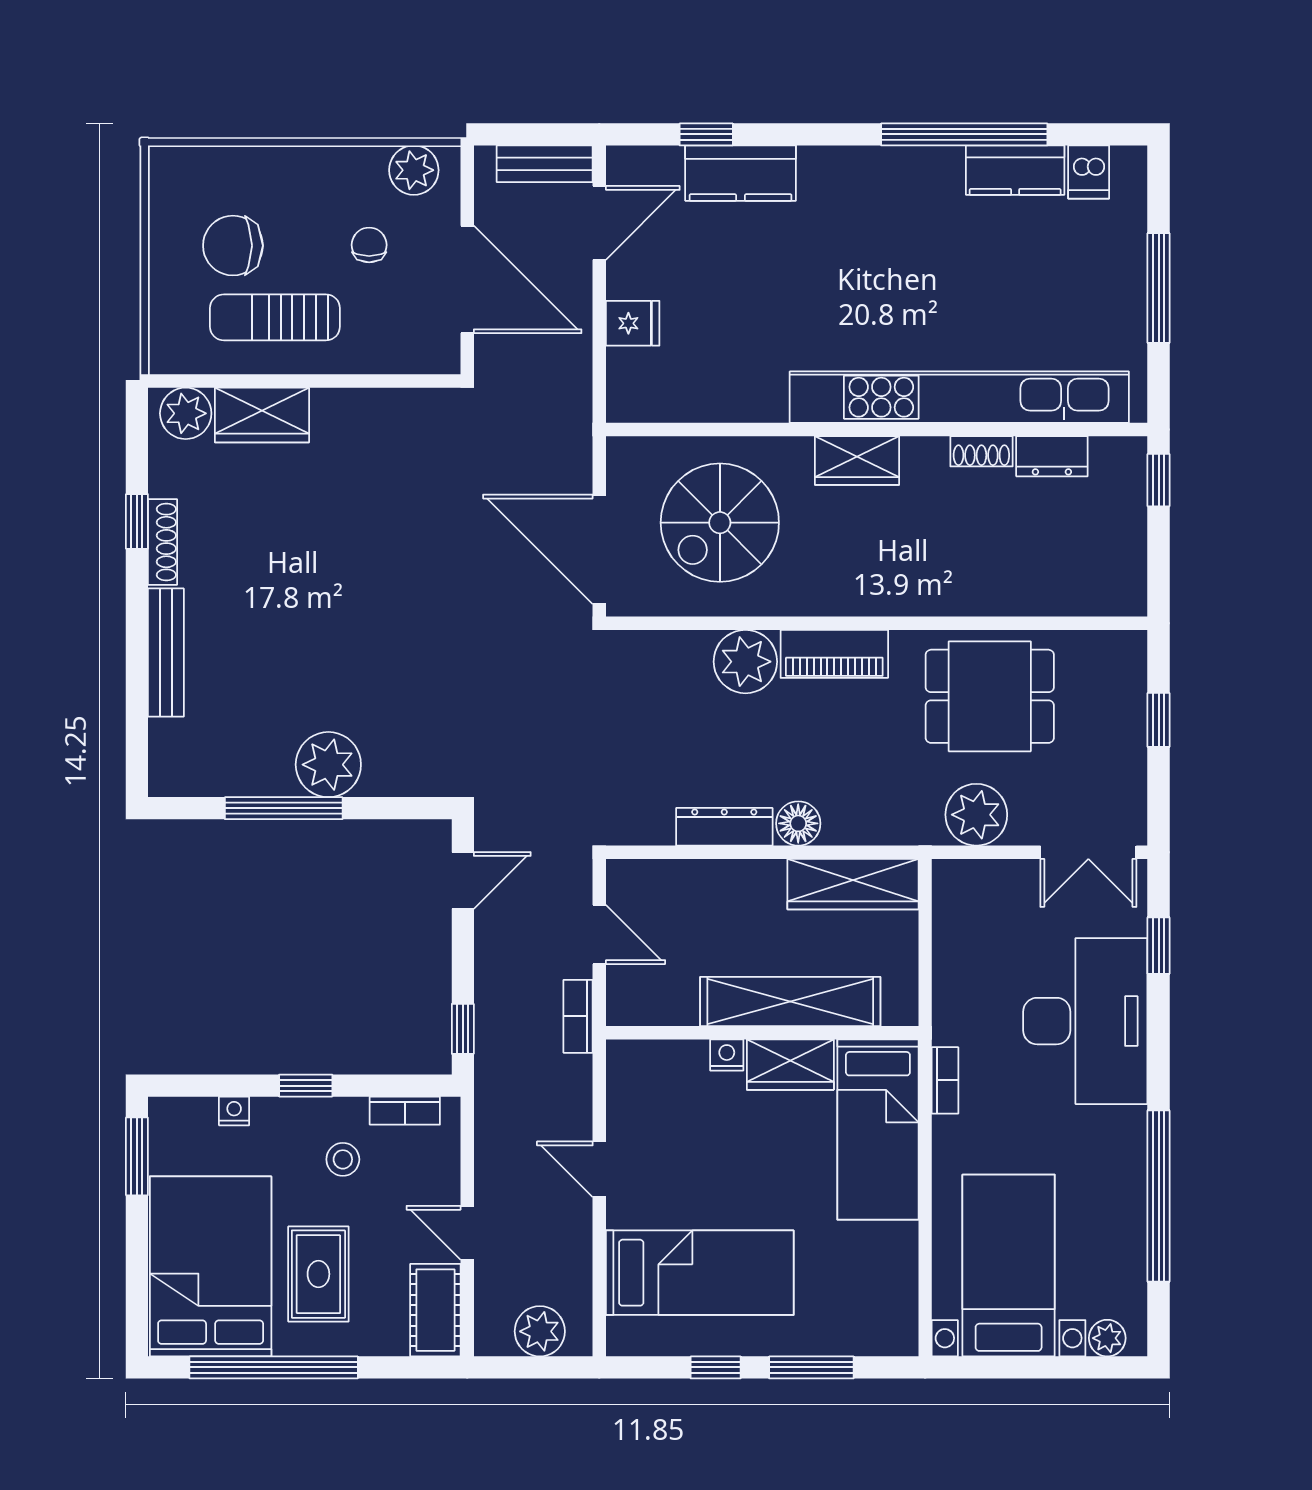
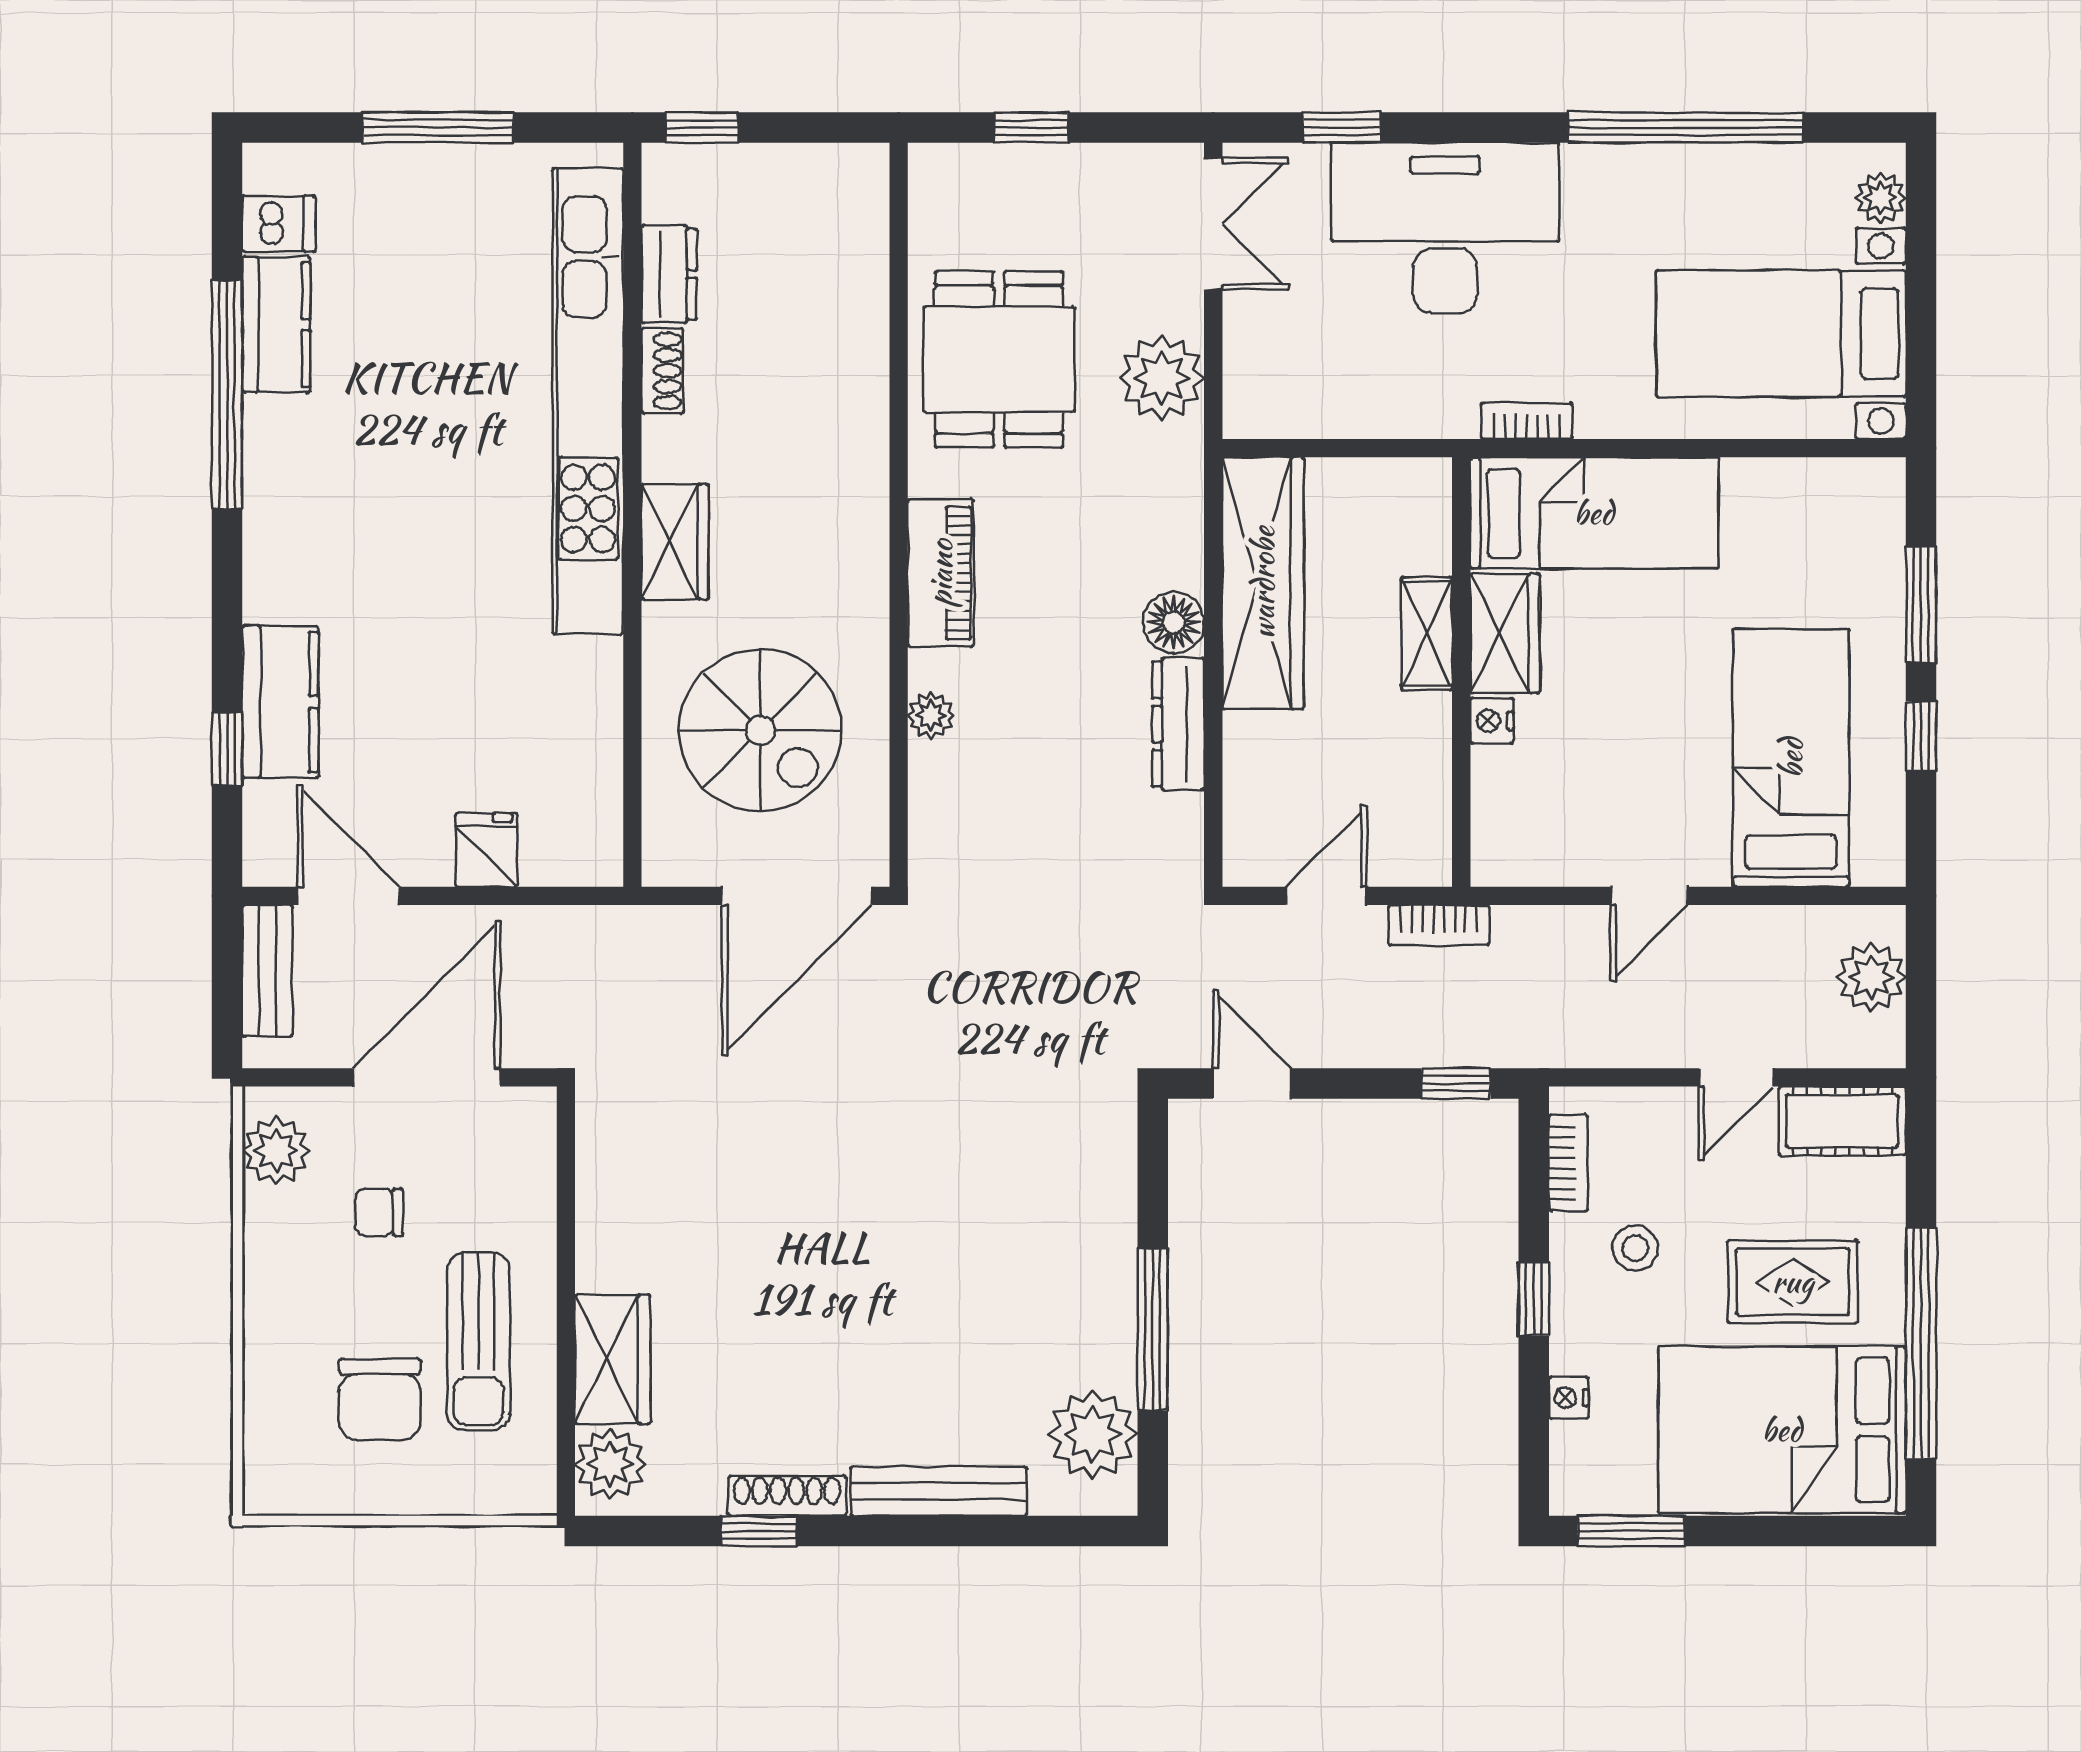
plant: (745, 662) -> (931, 715), width x0.53, depth x0.53
plant: (328, 765) -> (1093, 1434), moved
wardrobe: (853, 884) -> (1263, 583), width x1.40, depth x1.17
shelving: (790, 1002) -> (1427, 633), width x0.45, depth x0.75

